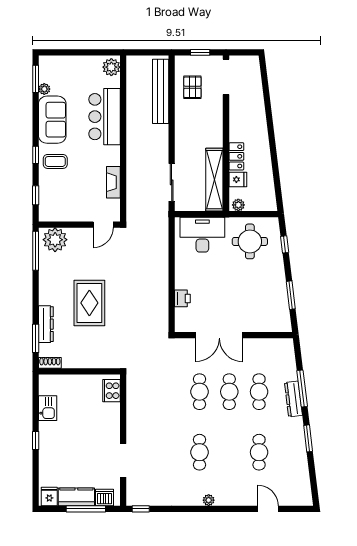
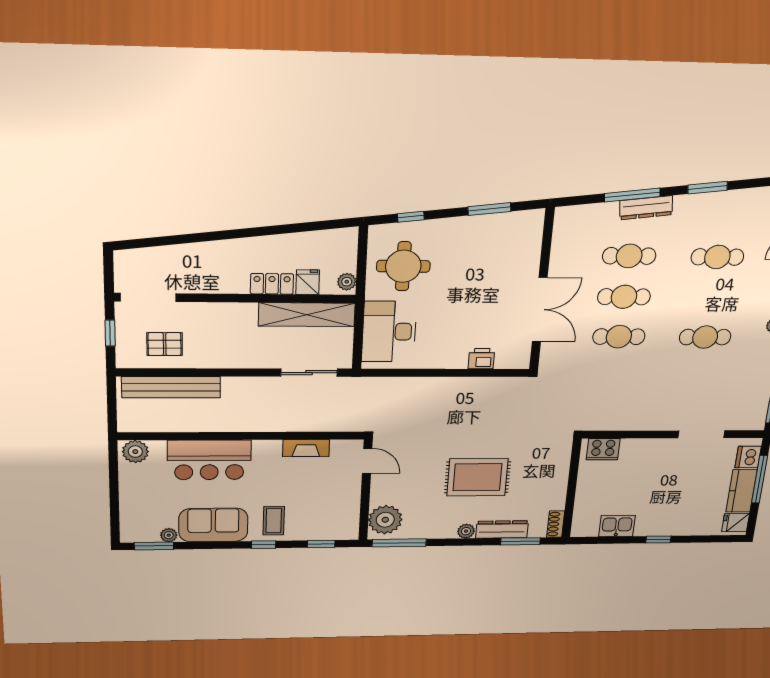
plant: (45, 298) -> (466, 531), added

